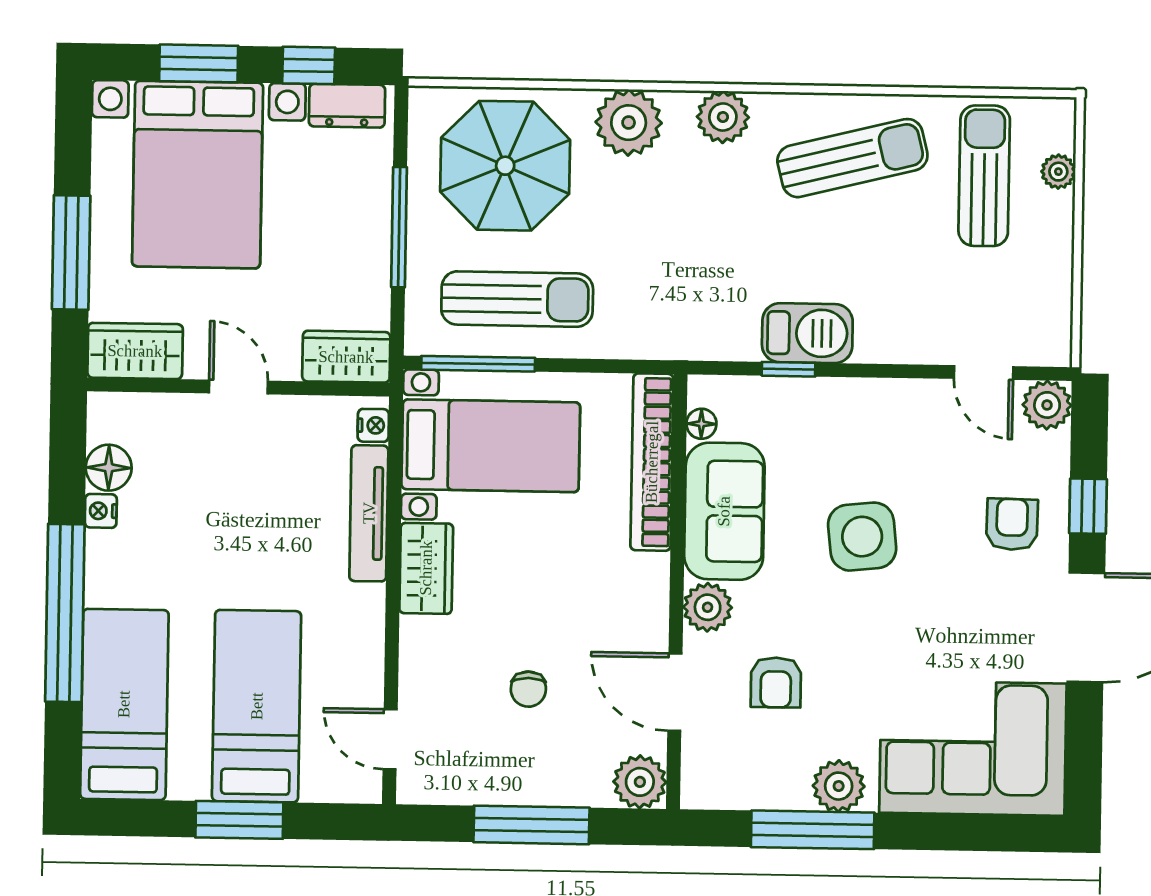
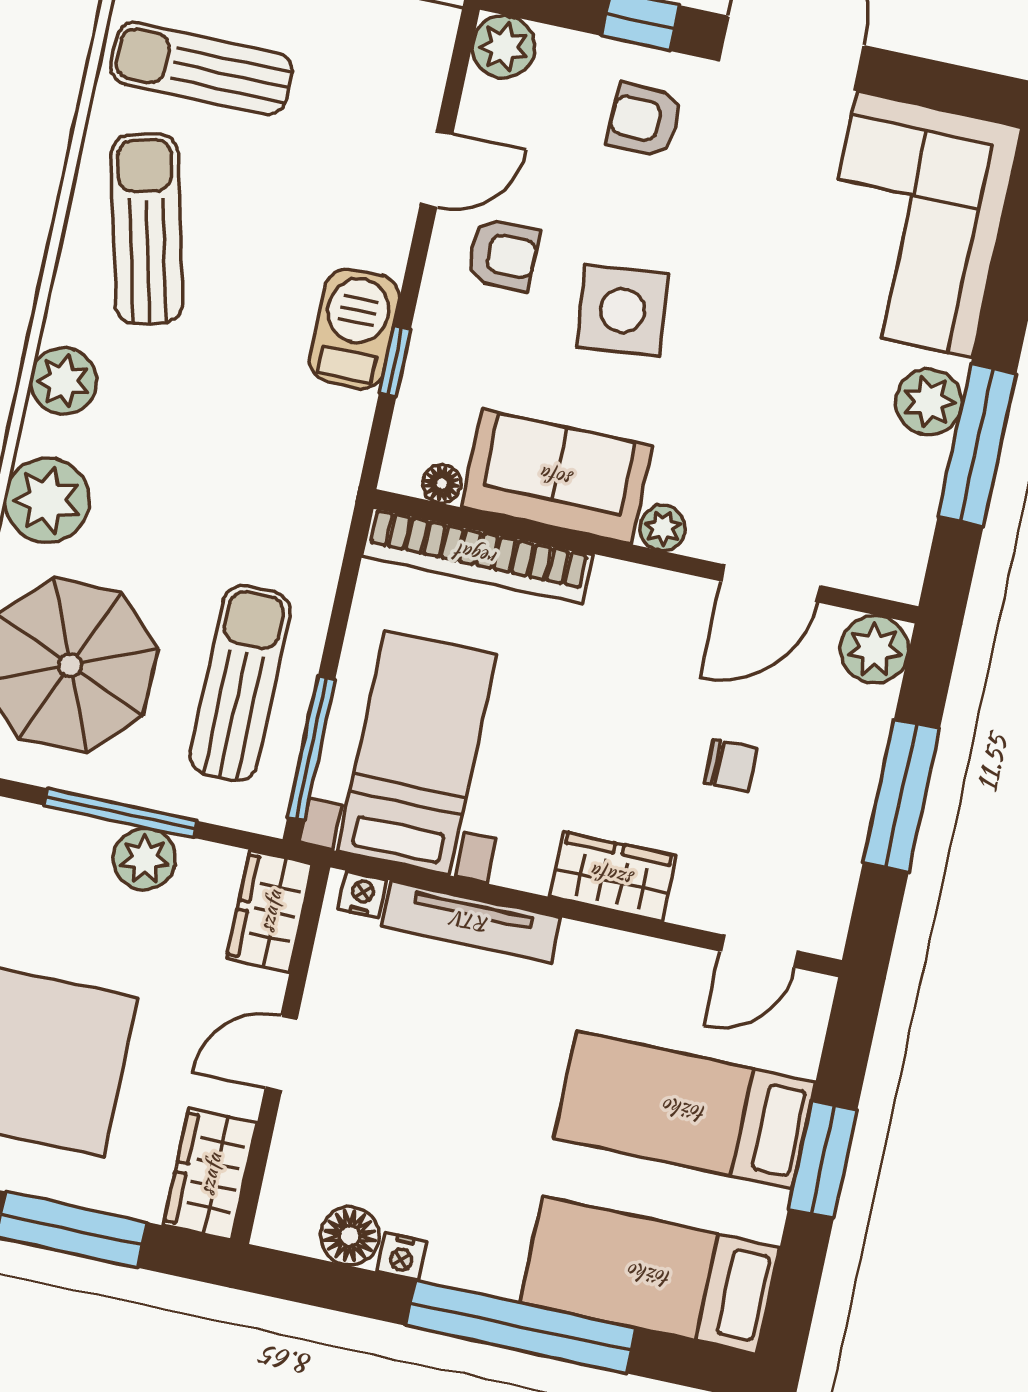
plant: (367, 252) -> (145, 859), added
door: (984, 373) -> (436, 169), moved
wardrobe: (426, 568) -> (613, 876), moved
plant: (708, 607) -> (663, 528), width x0.73, depth x0.73
armchair: (776, 682) -> (503, 255), moved

